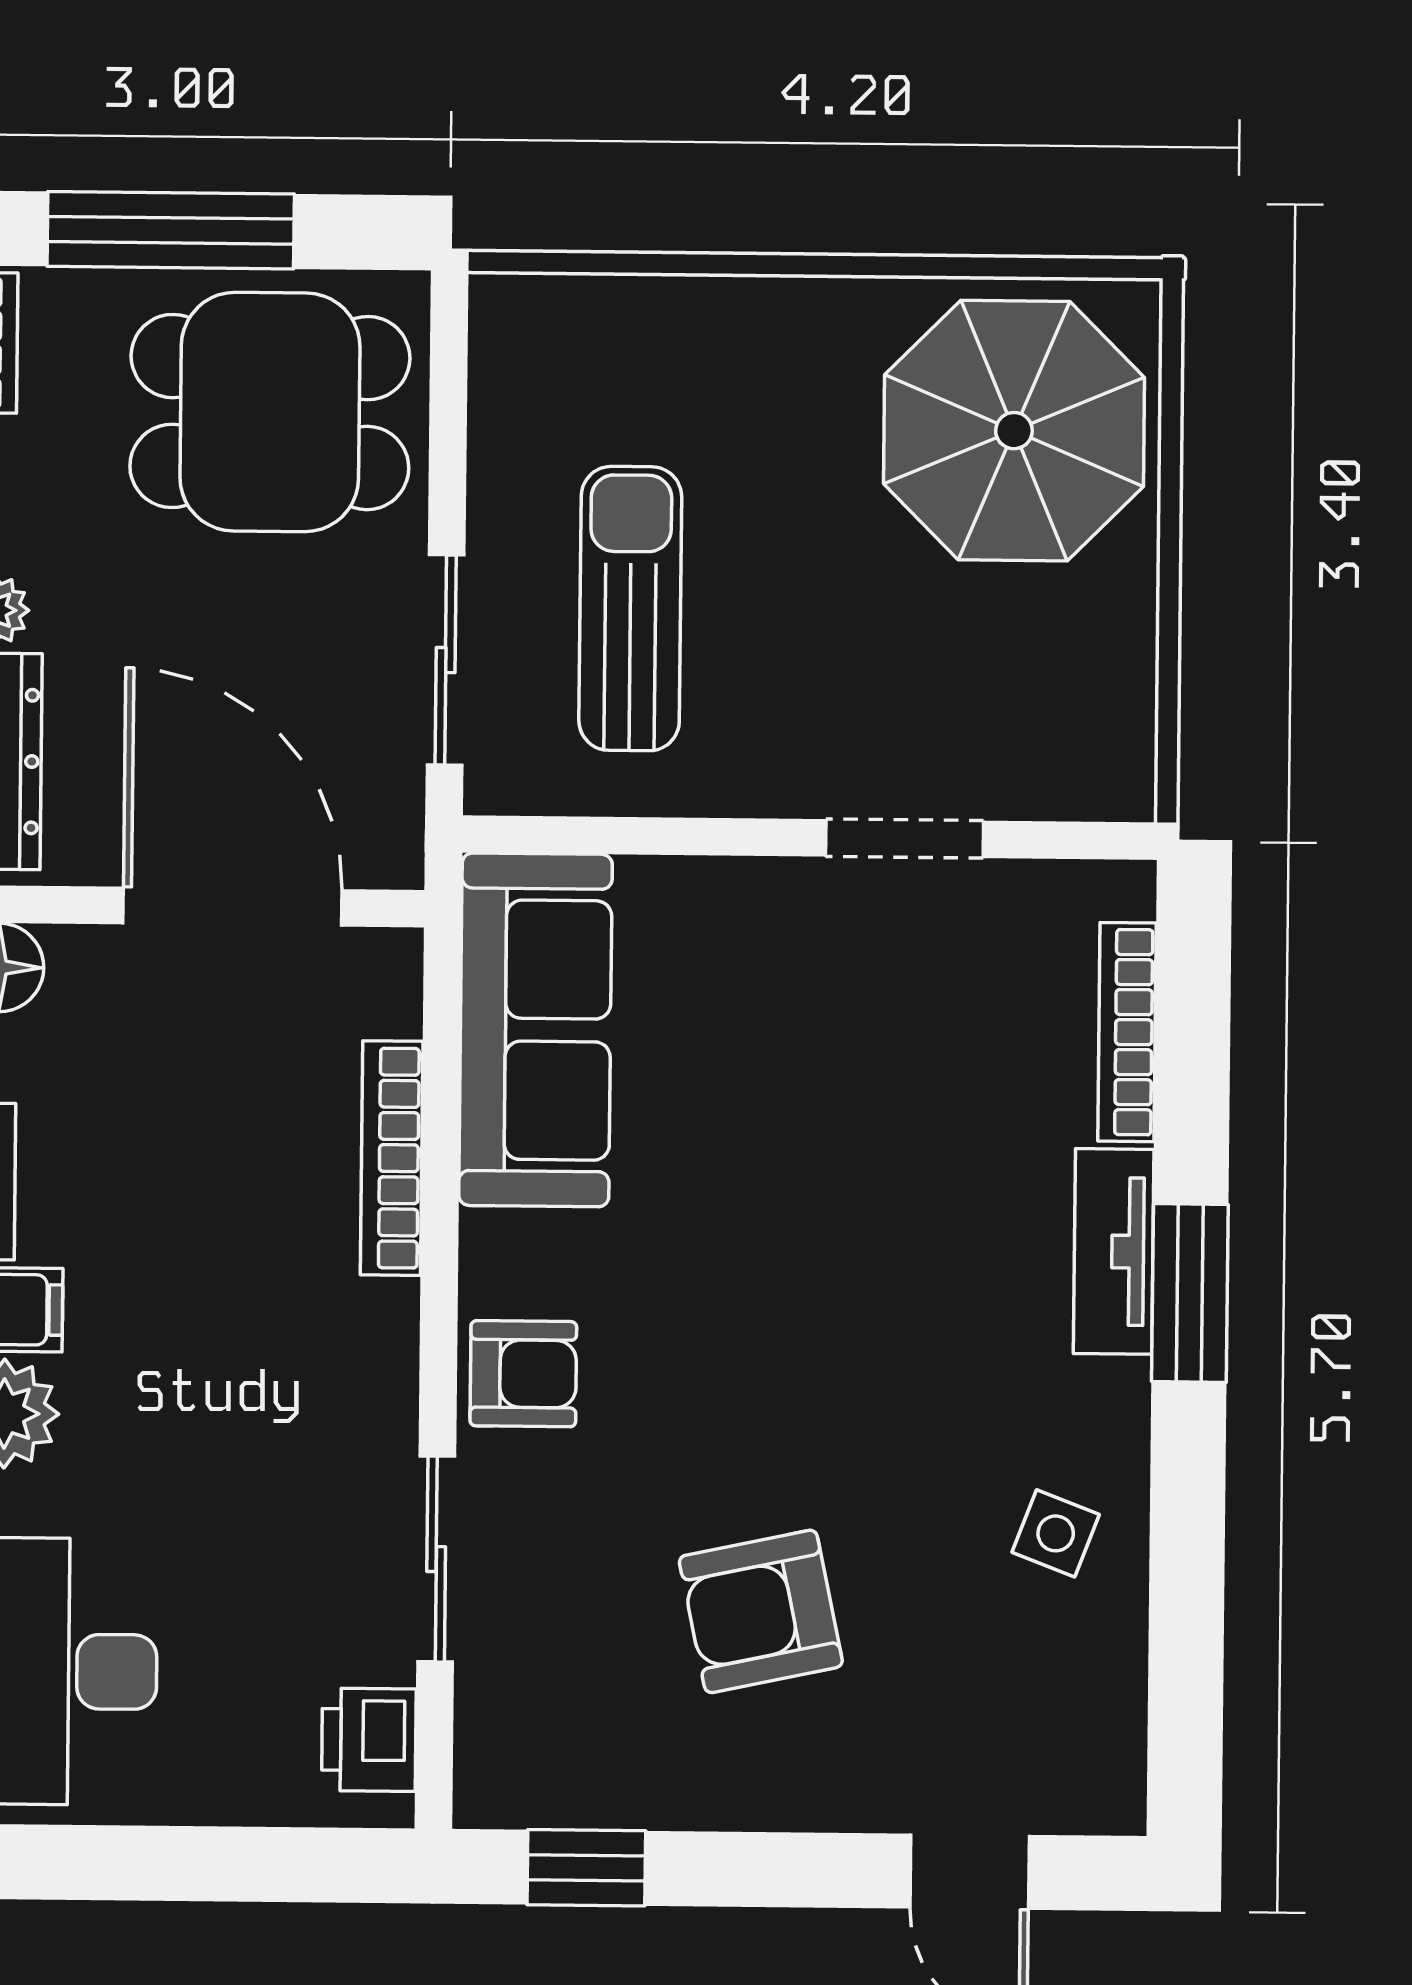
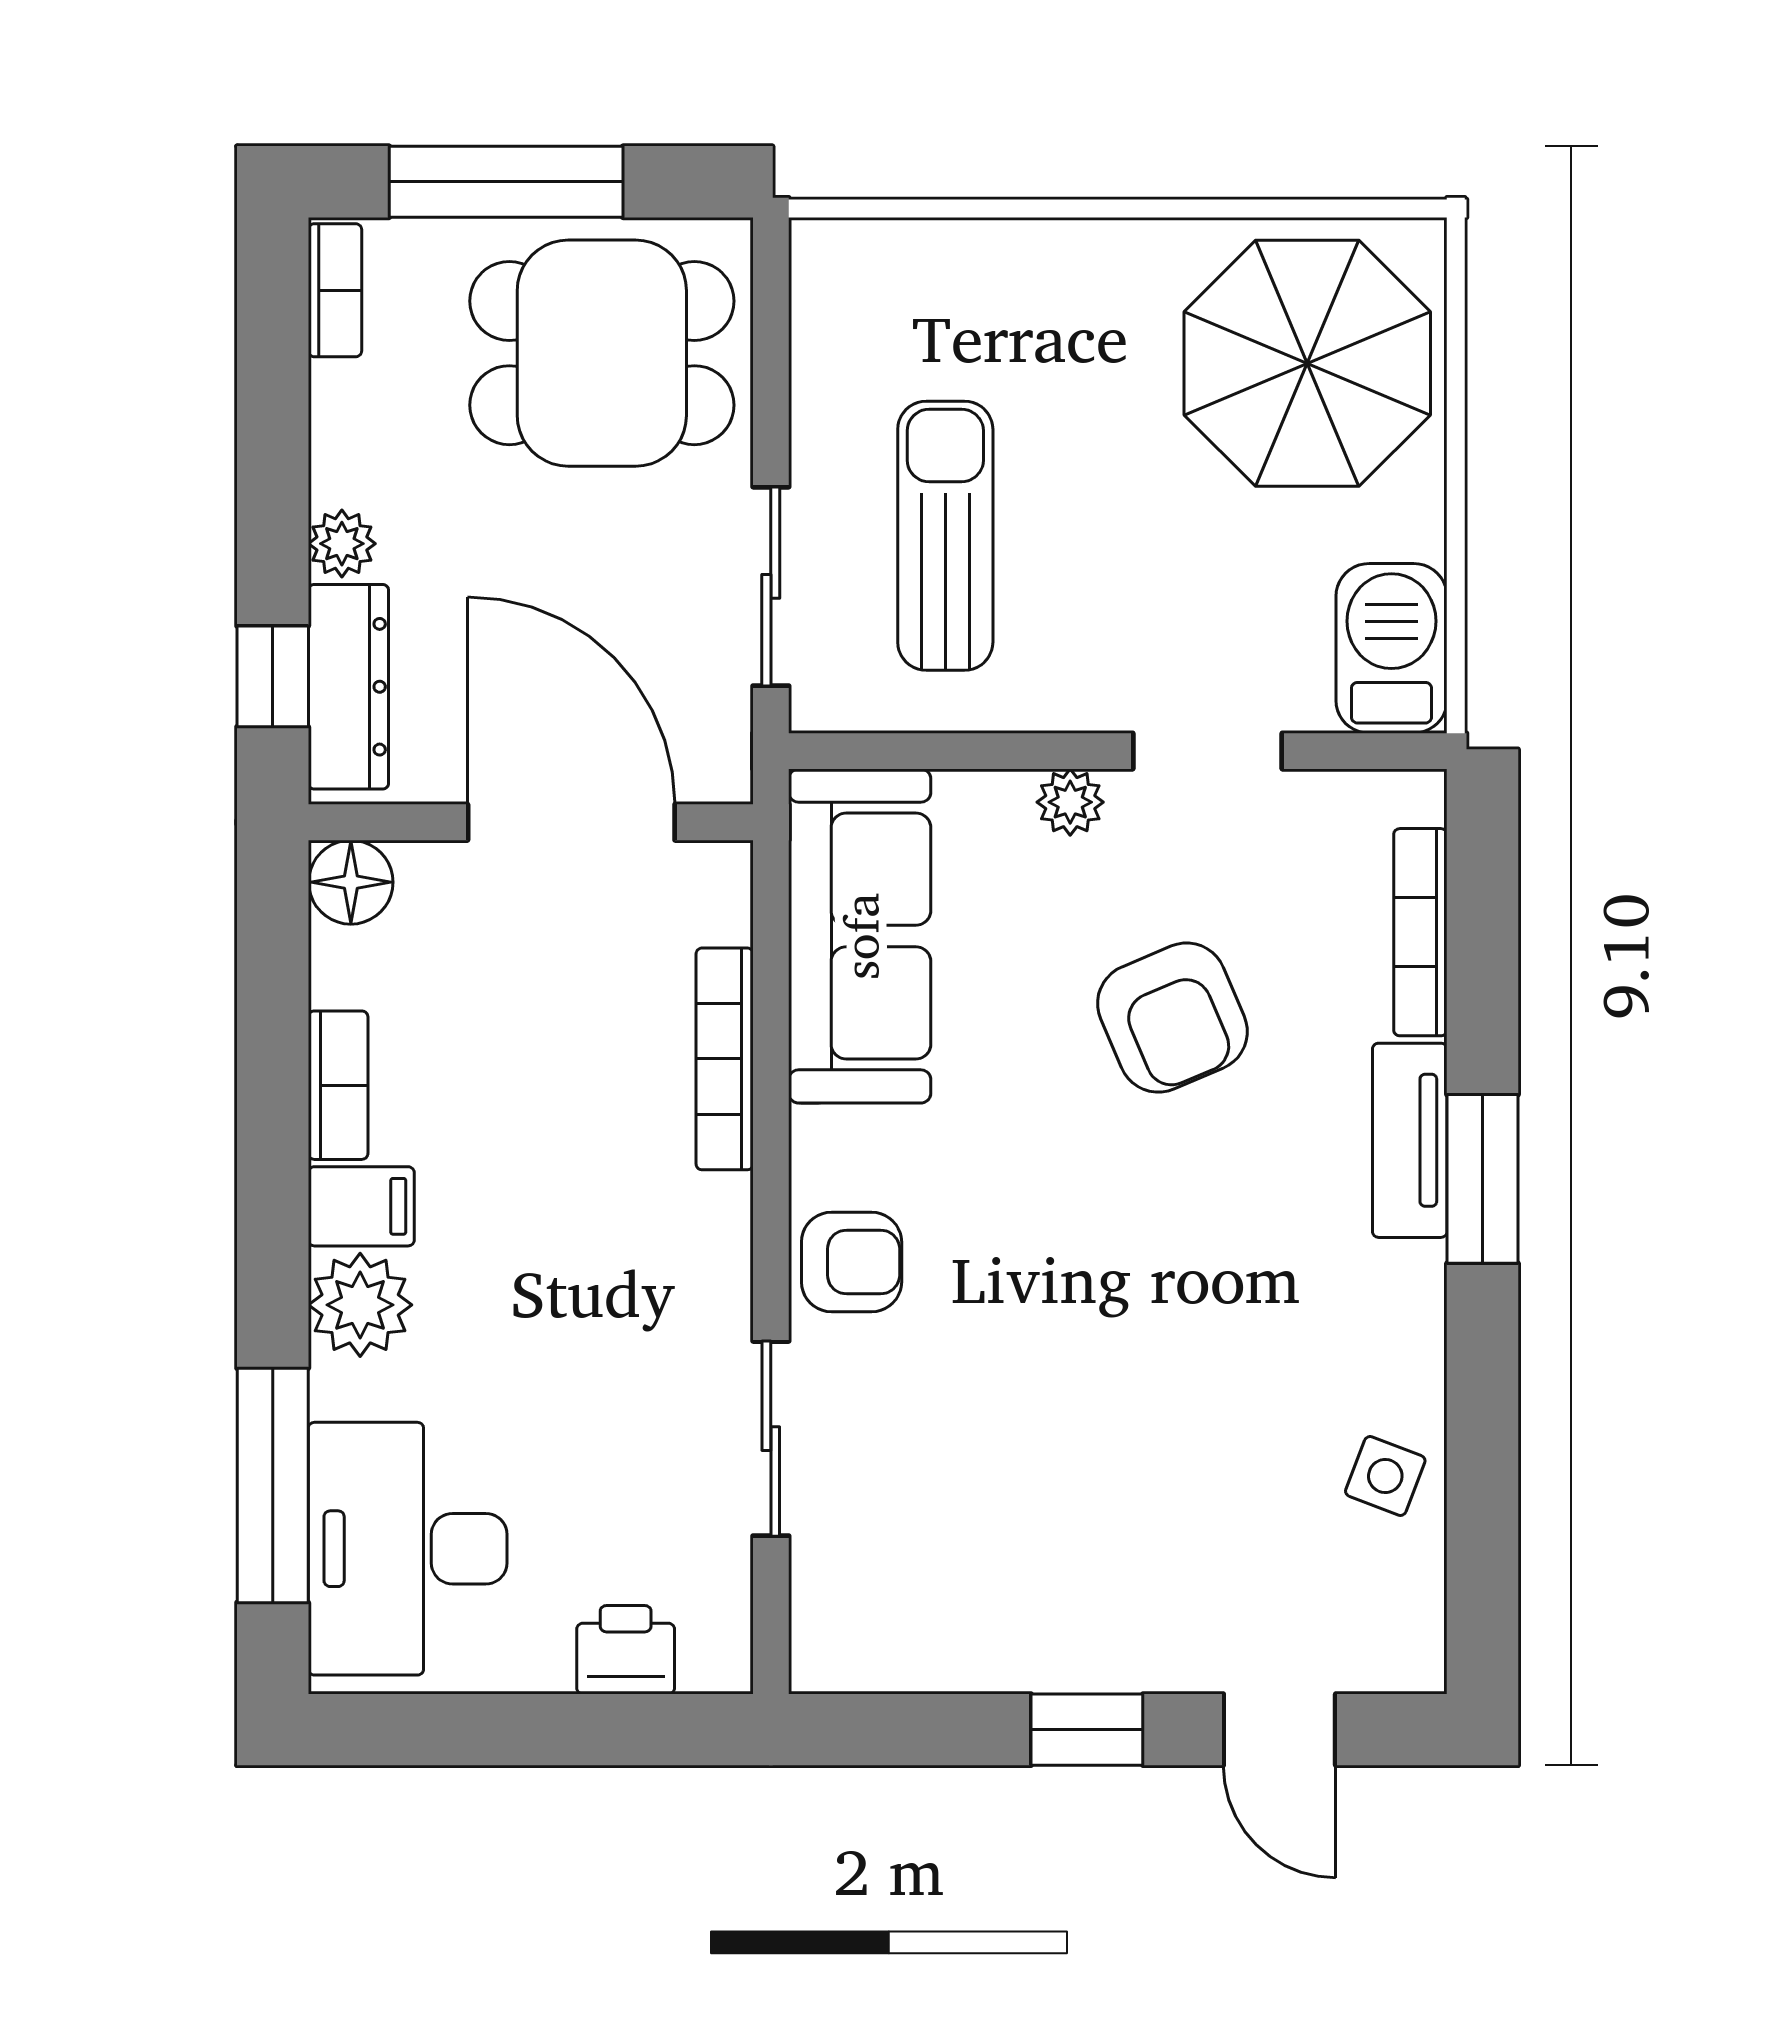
barbecue: (1100, 732) -> (1391, 648), added
plant: (759, 891) -> (1070, 802), added
side table: (1056, 1533) -> (1385, 1476), moved
armchair: (761, 1611) -> (1172, 1018), moved, turned -101
printer: (369, 1740) -> (626, 1650), moved, turned 90
window: (586, 1868) -> (1087, 1730), moved

